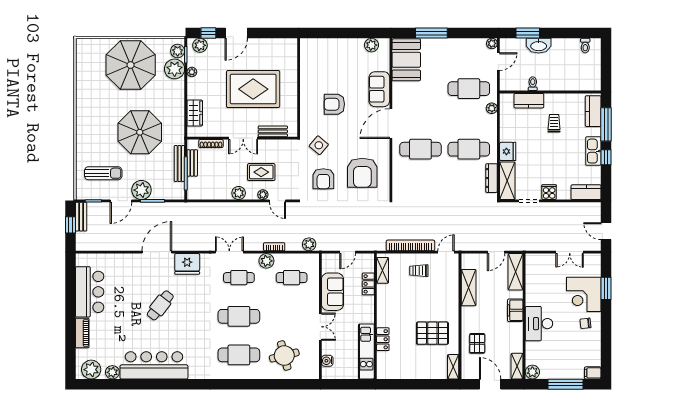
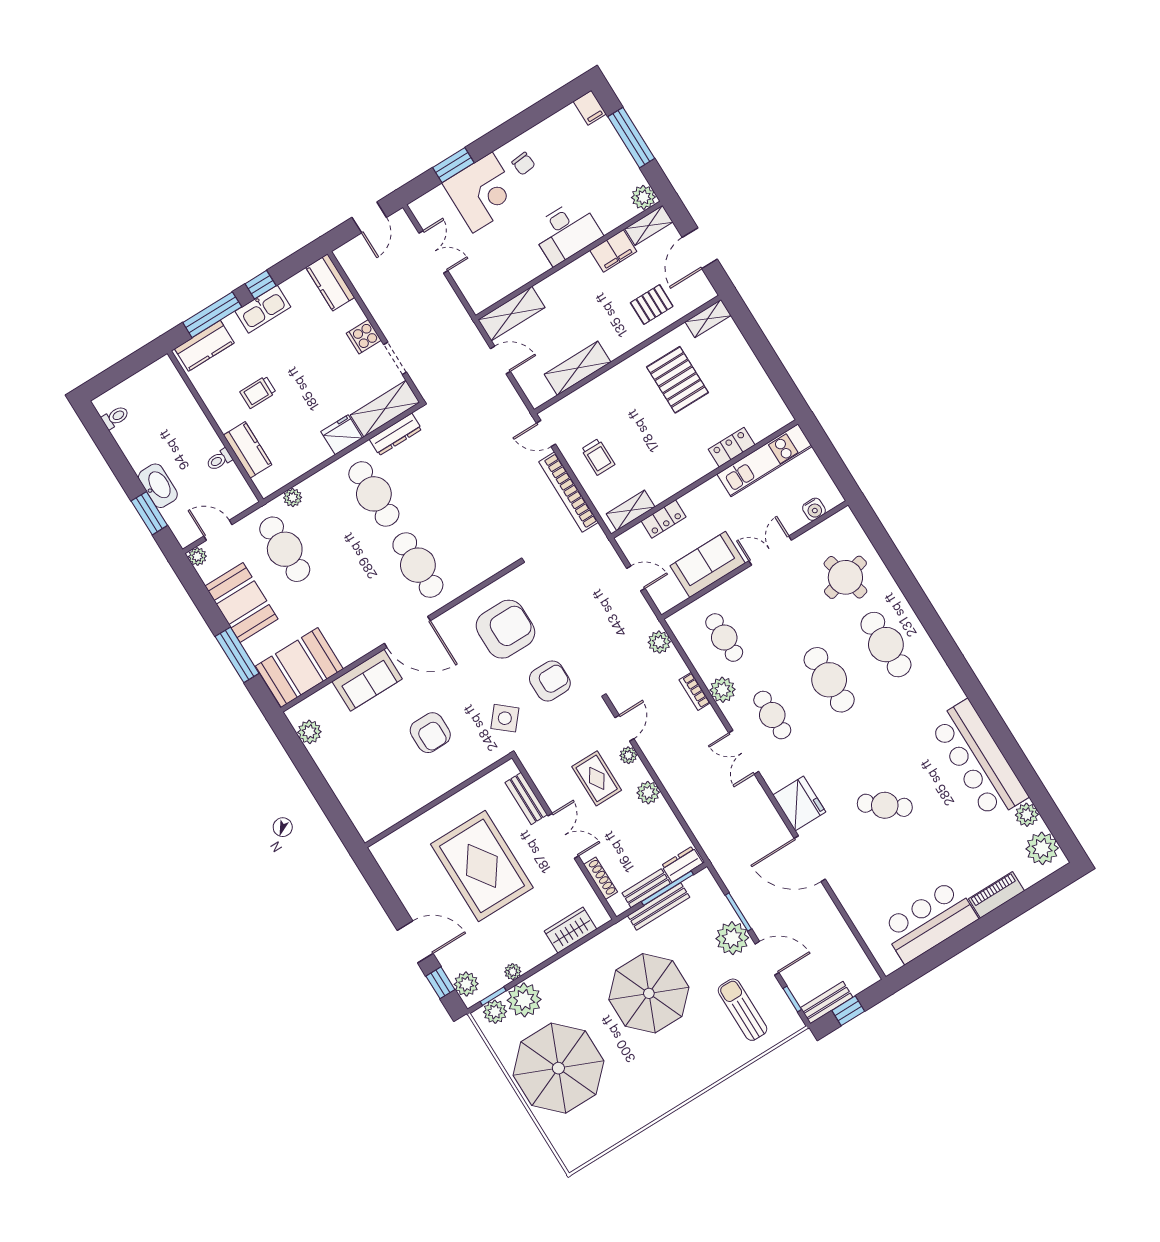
booth: (456, 51) -> (241, 603), added
dresser: (193, 188) -> (682, 864), added
filing cabinet: (515, 310) -> (613, 251), moved

